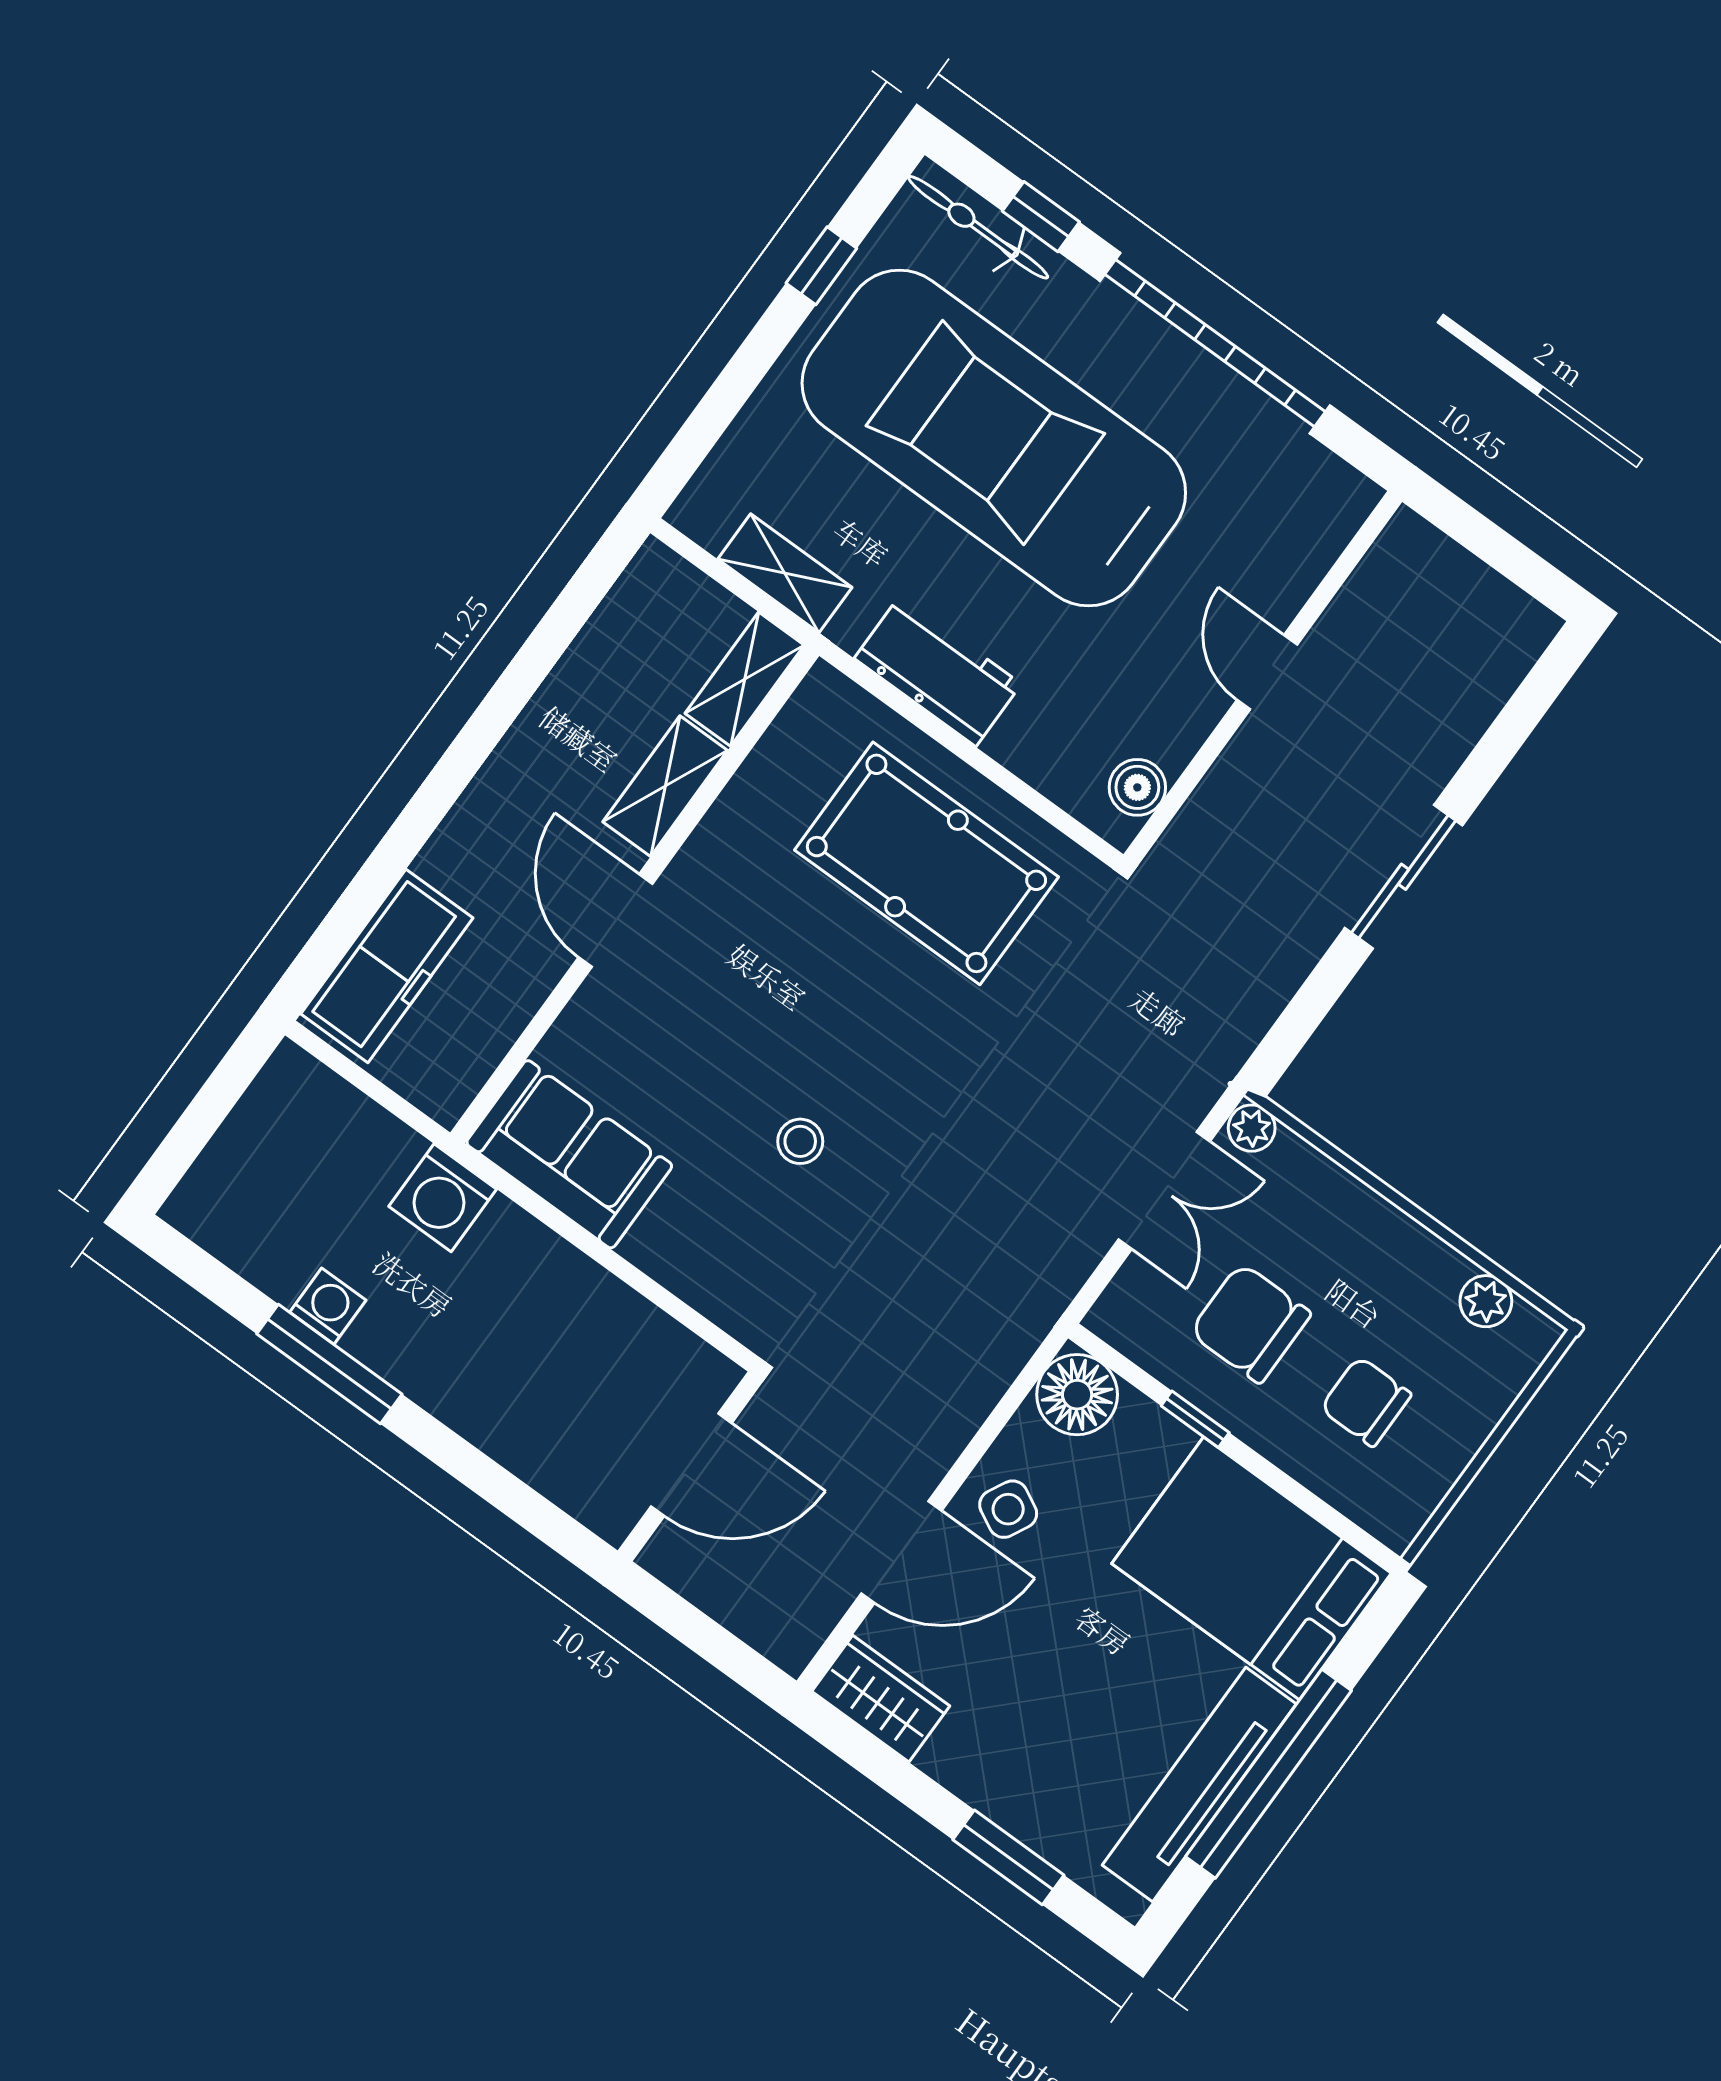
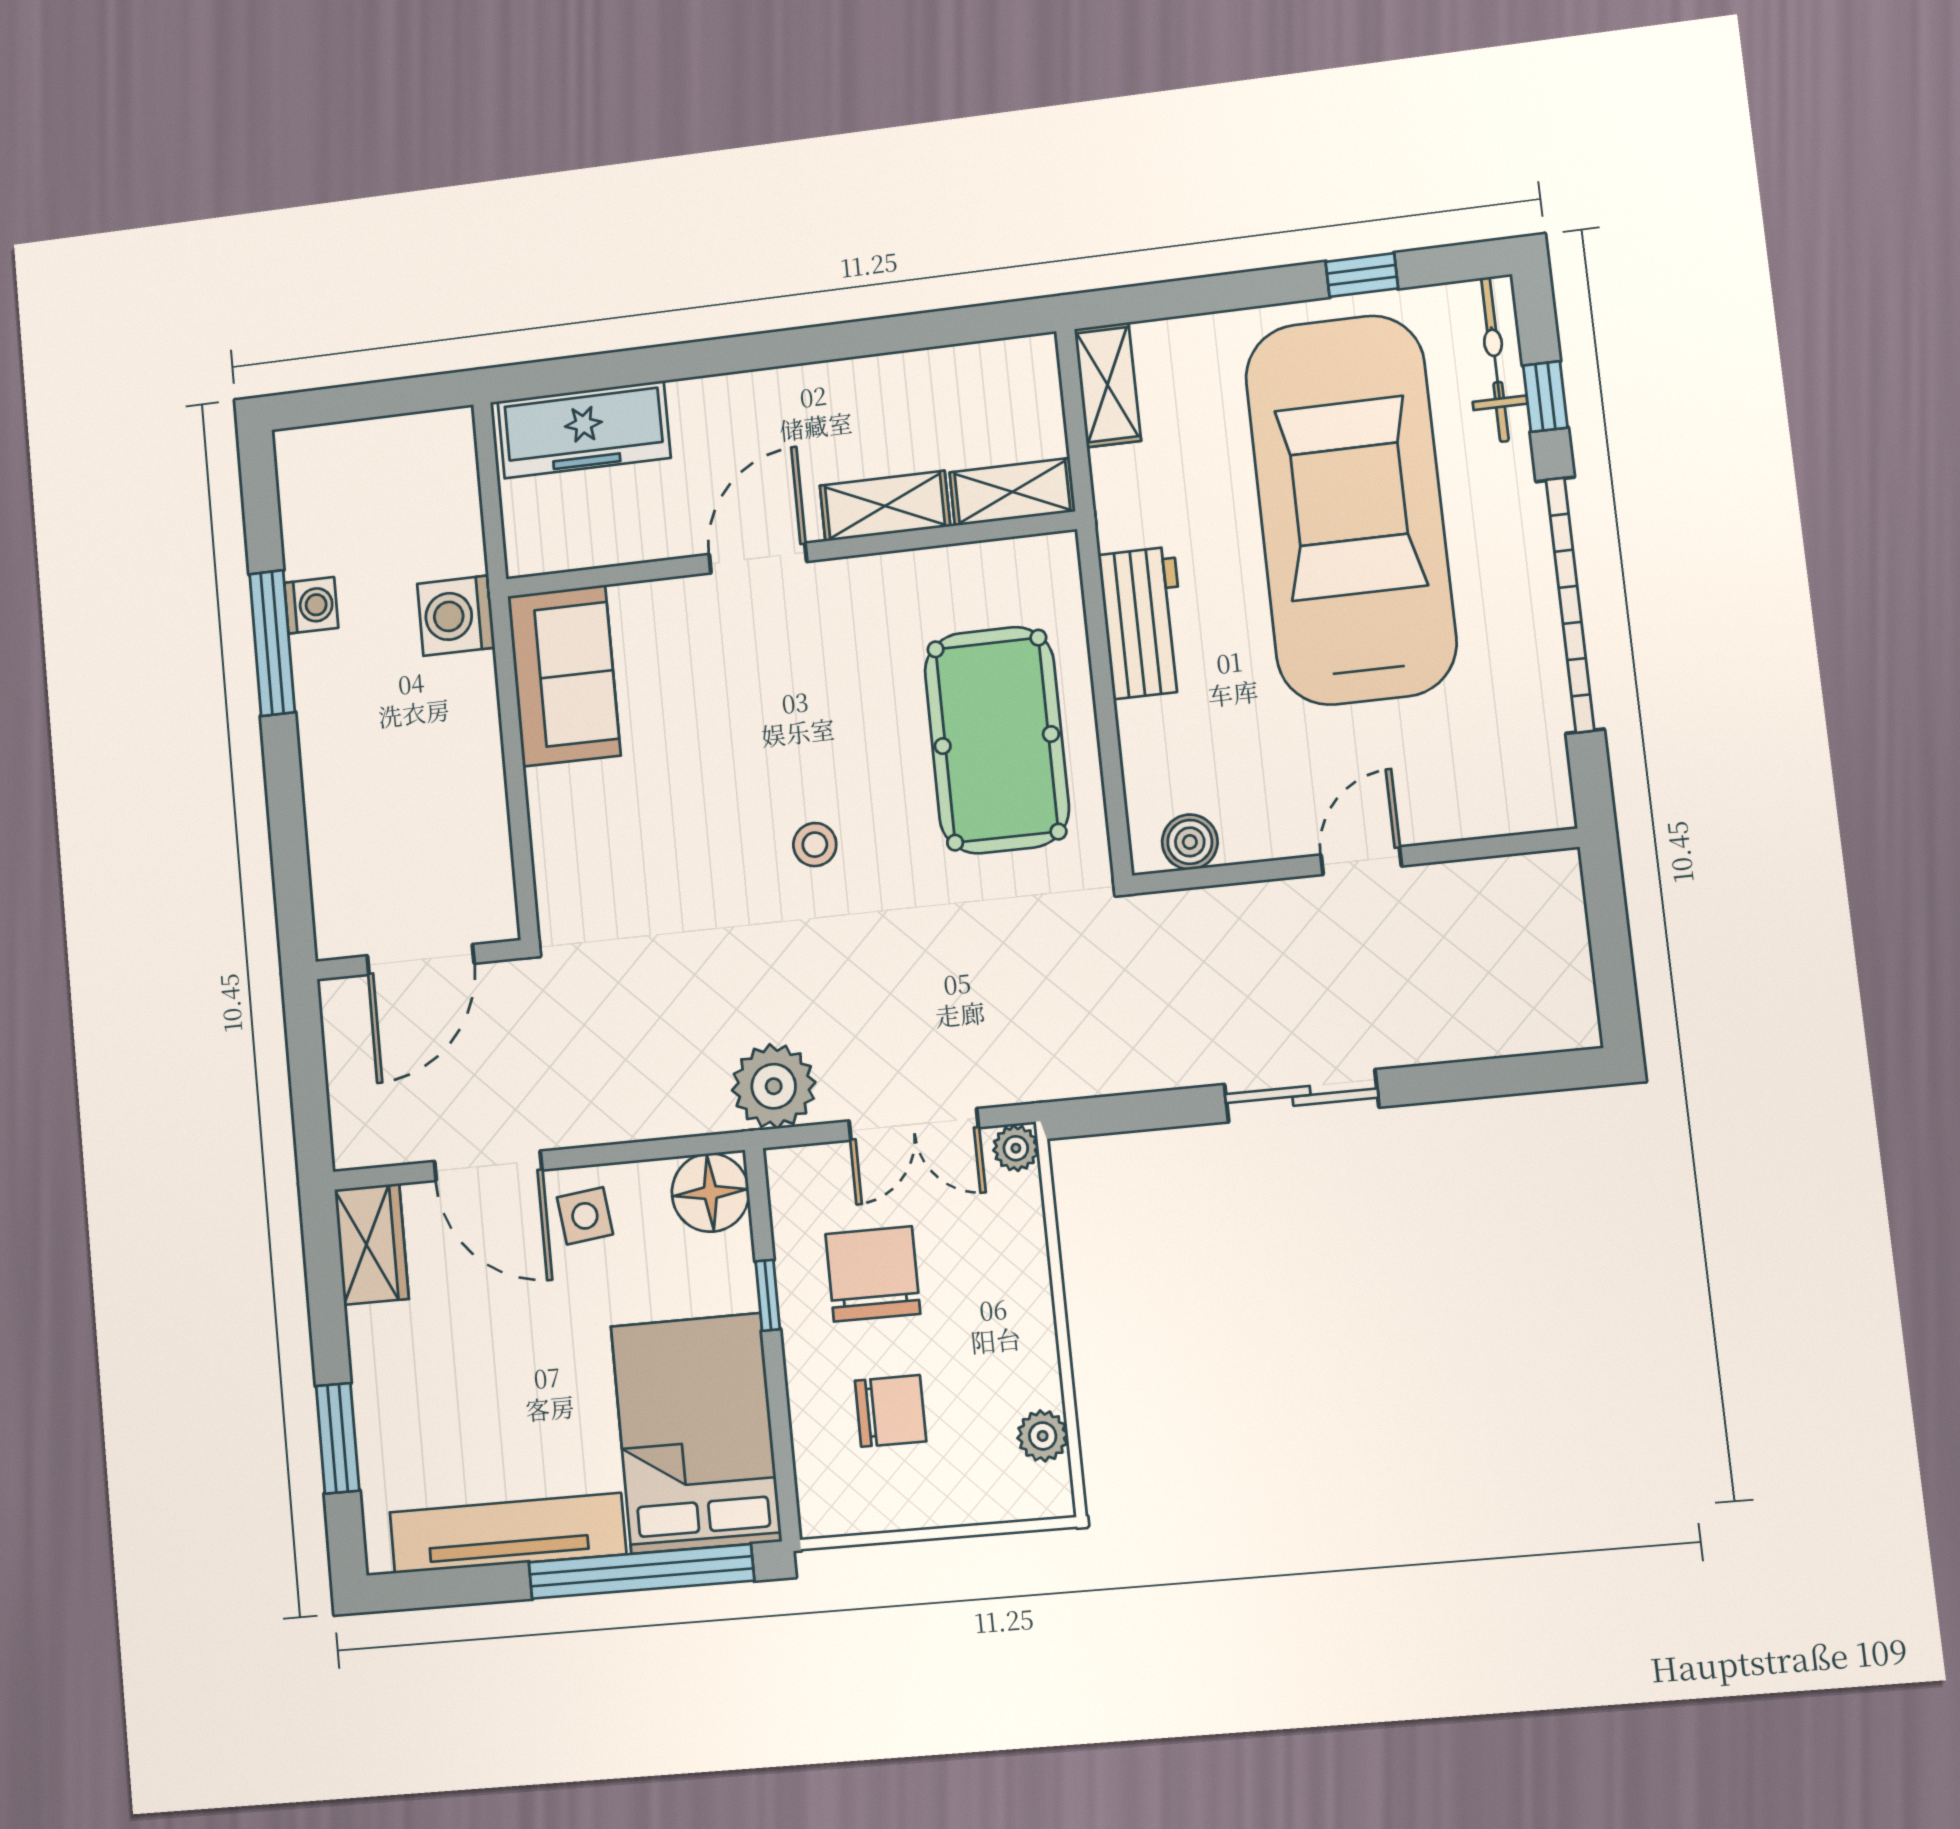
shelving: (785, 573) -> (1108, 385), moved
stool: (800, 1141) -> (815, 845), moved
plant: (1039, 1273) -> (774, 1086), added
chair: (1366, 1402) -> (891, 1411), turned 90
door: (691, 1465) -> (421, 960), hinge flipped
side table: (1008, 1509) -> (585, 1216), turned -34
window: (1269, 1774) -> (641, 1571), moved

